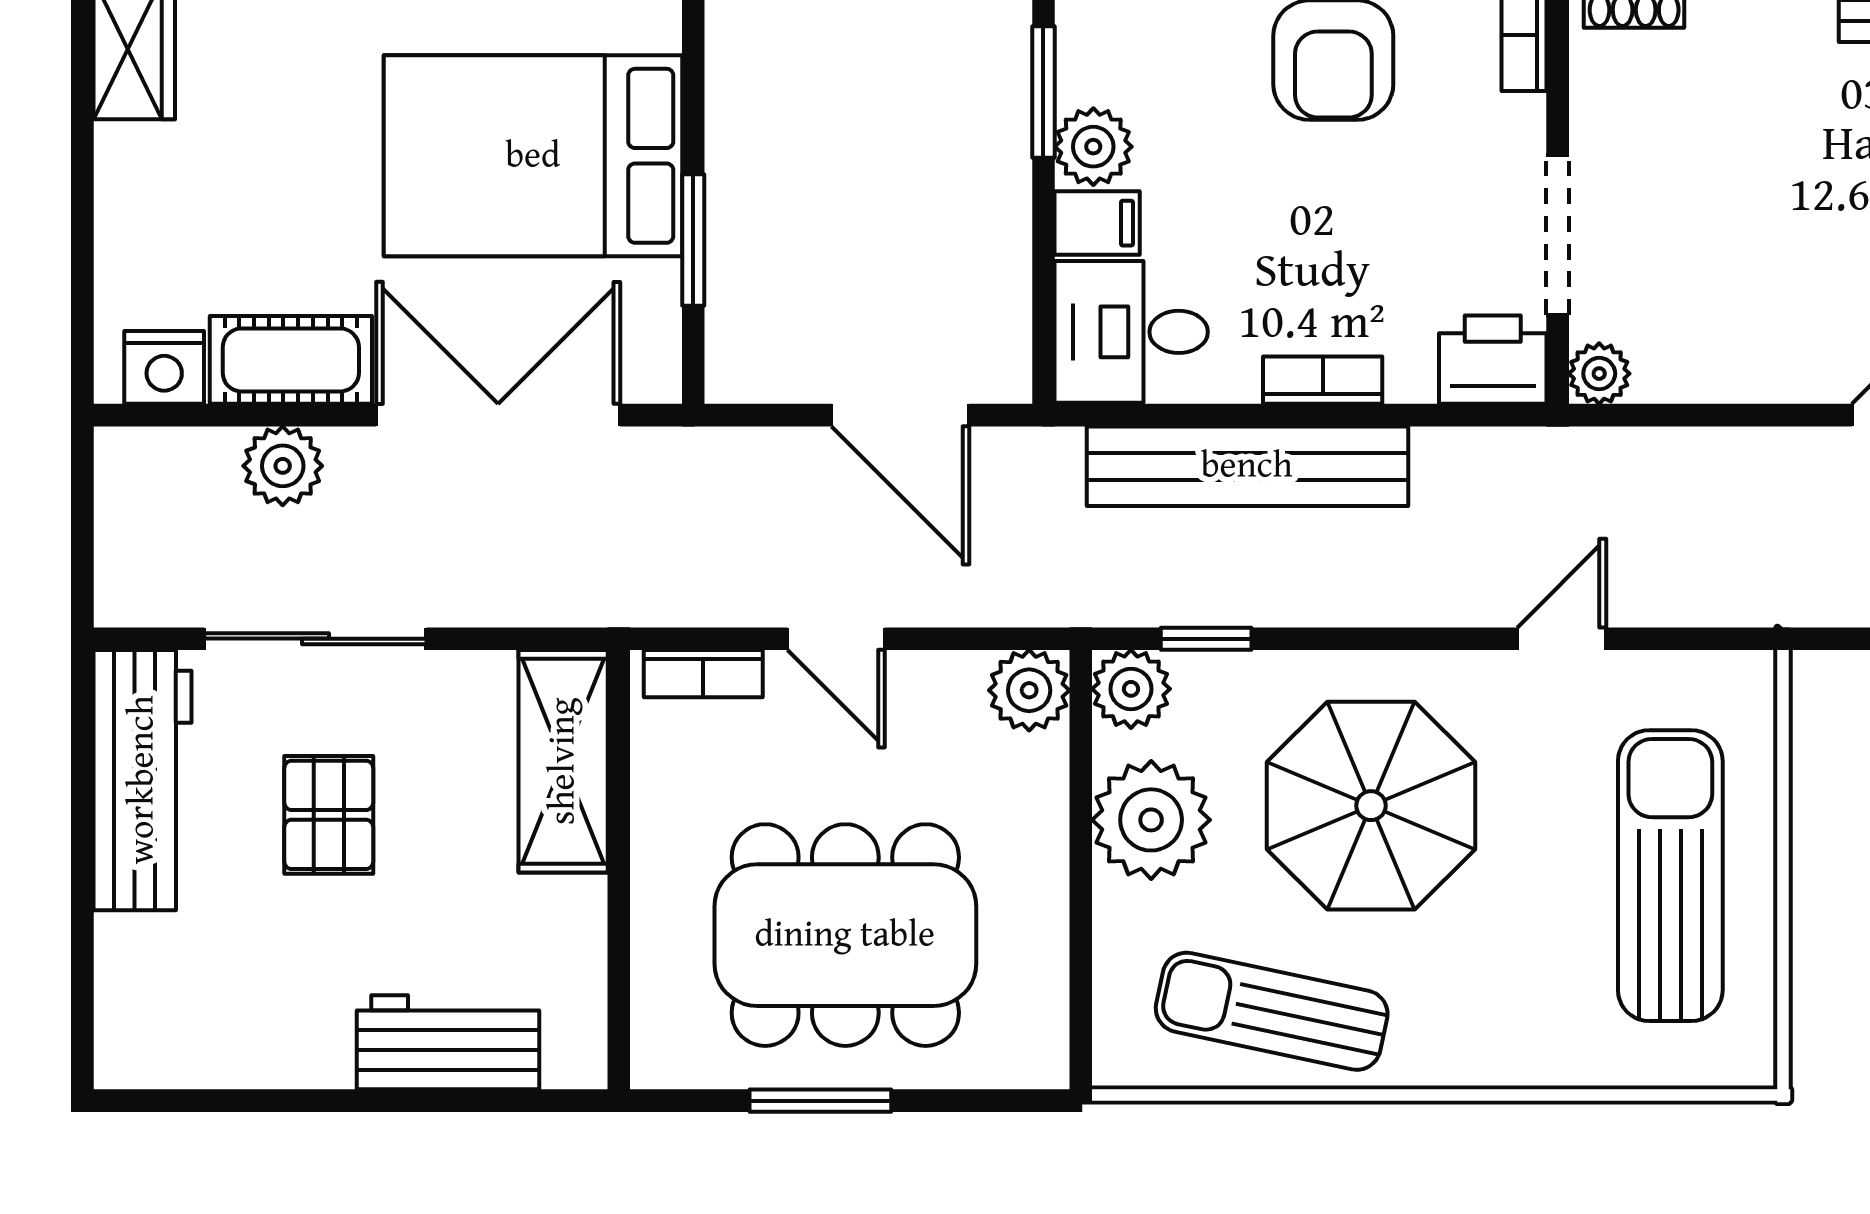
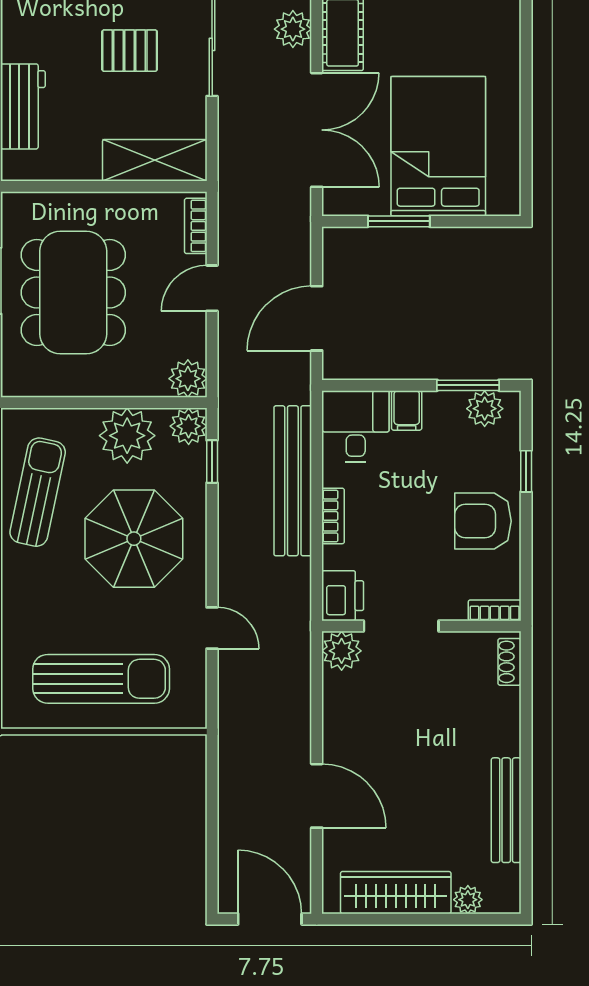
plant: (1093, 147) -> (485, 409), moved
plant: (1599, 374) -> (342, 651), width x1.38, depth x1.38

